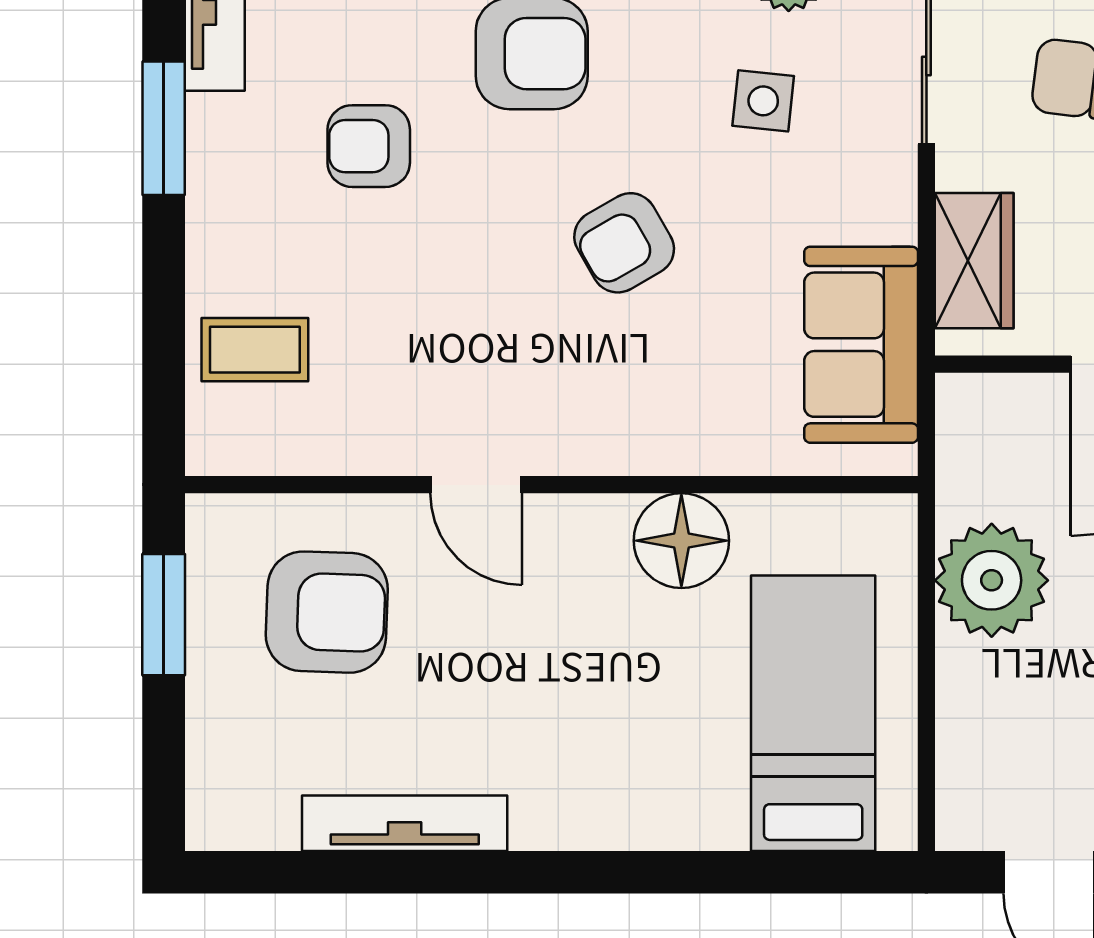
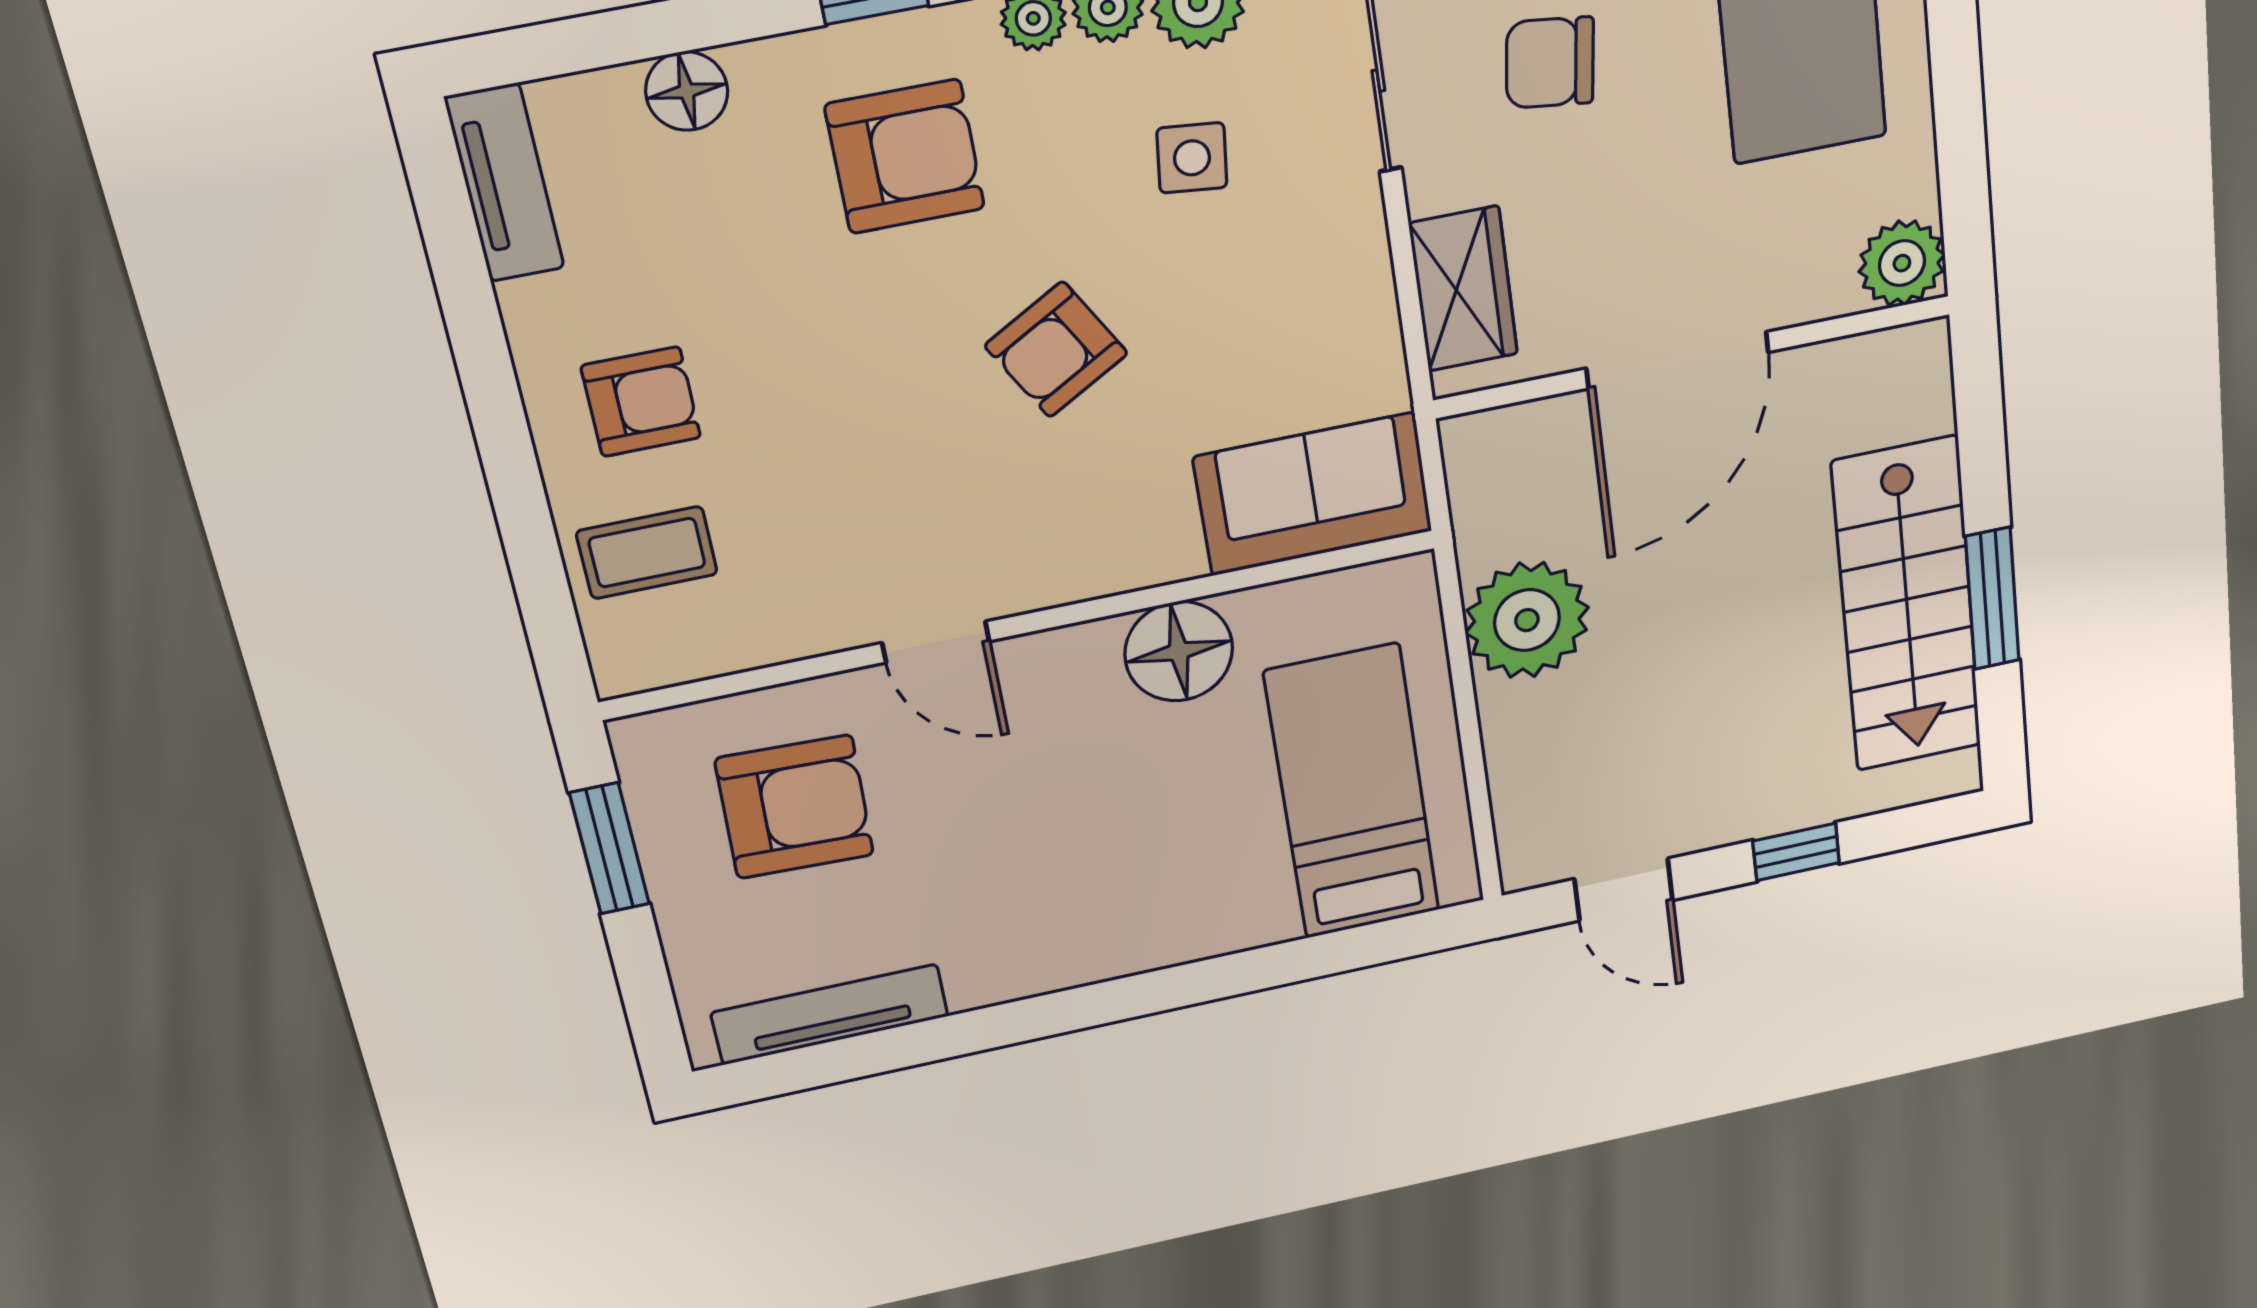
window: (164, 128) -> (475, 330), removed
armchair: (369, 146) -> (641, 402), moved, turned 180
sofa: (861, 345) -> (1313, 494), moved, turned 90
tv unit: (405, 823) -> (830, 1014), moved

